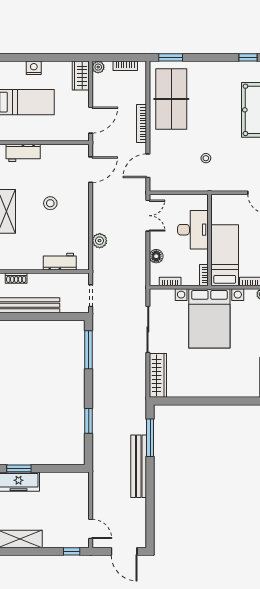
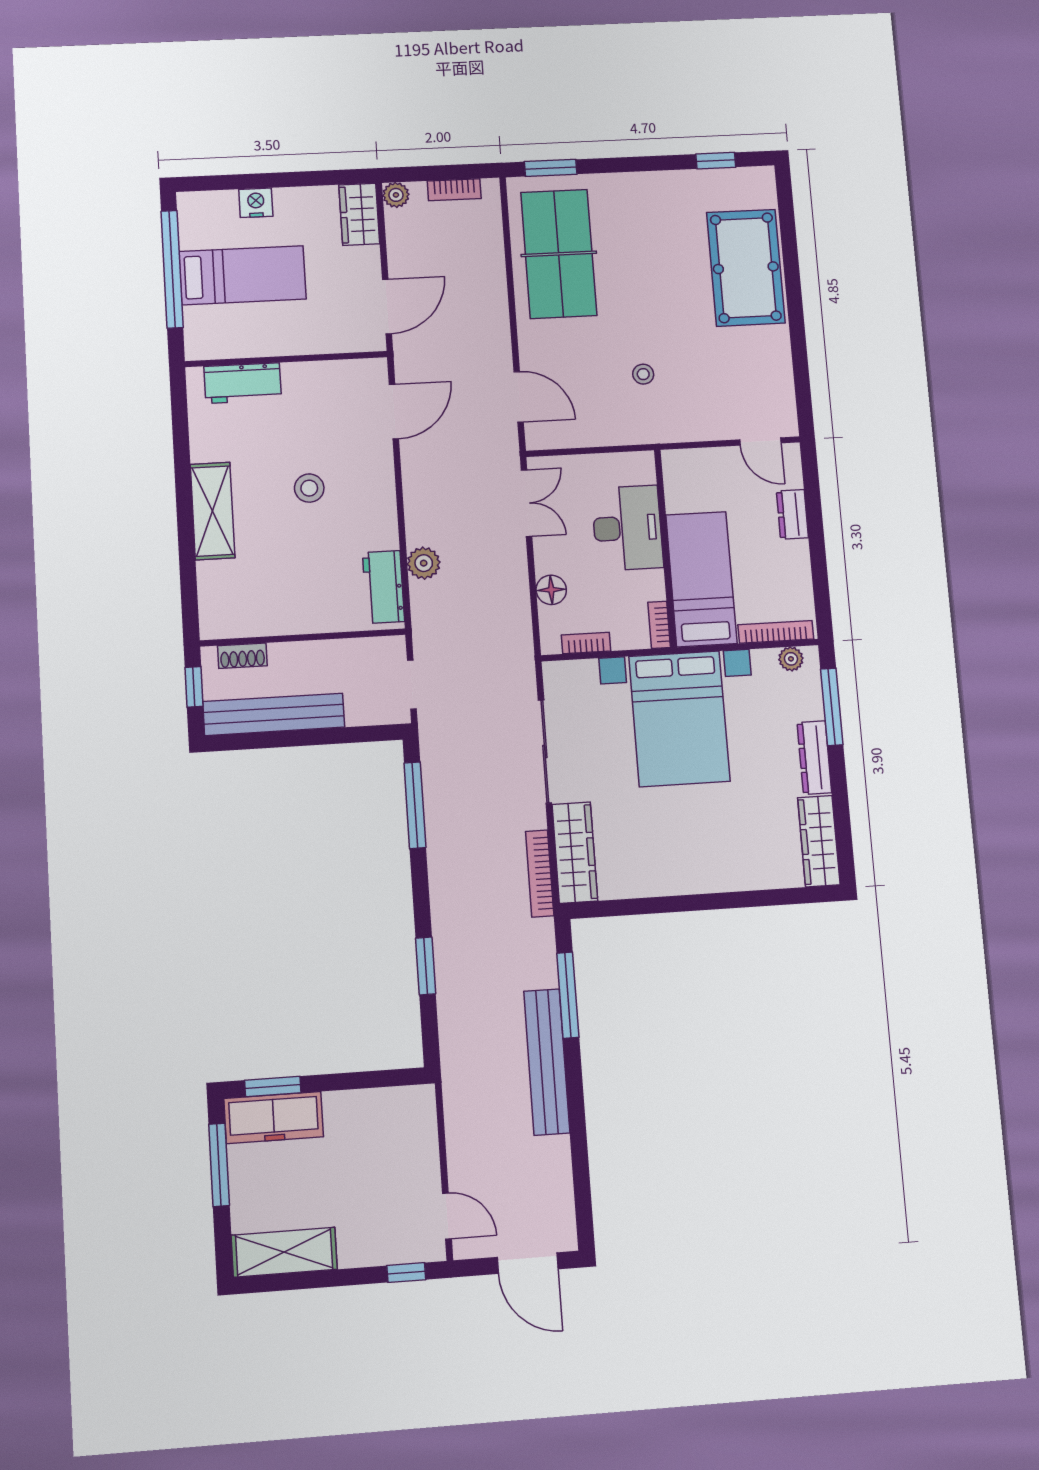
bookcase: (142, 124) -> (540, 874), moved
door: (148, 166) -> (519, 397), swing flipped
workbench: (60, 262) -> (383, 587), moved, turned -90

